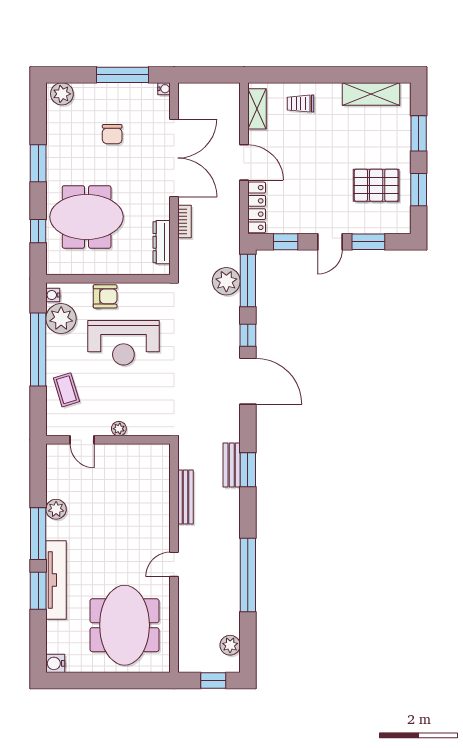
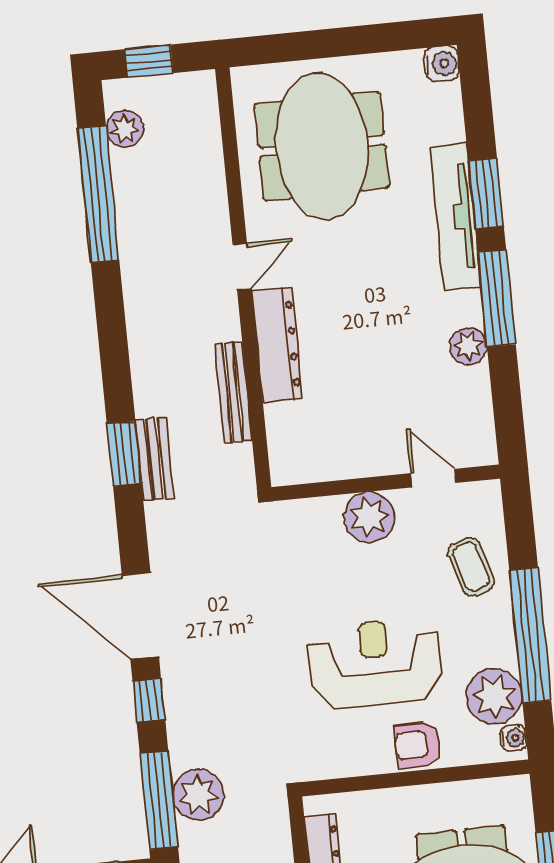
plant: (119, 429) -> (369, 517), width x1.88, depth x1.88
dresser: (159, 520) -> (277, 345), added
window: (248, 575) -> (98, 194), moved

